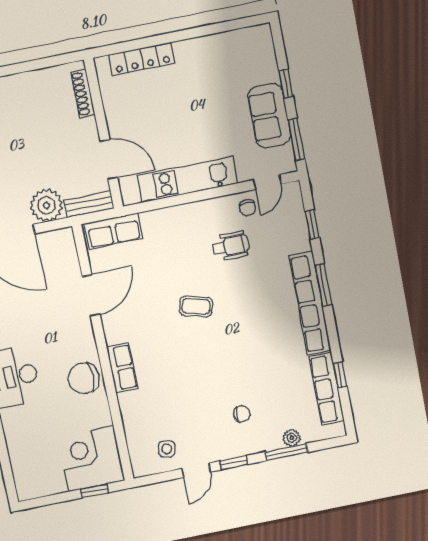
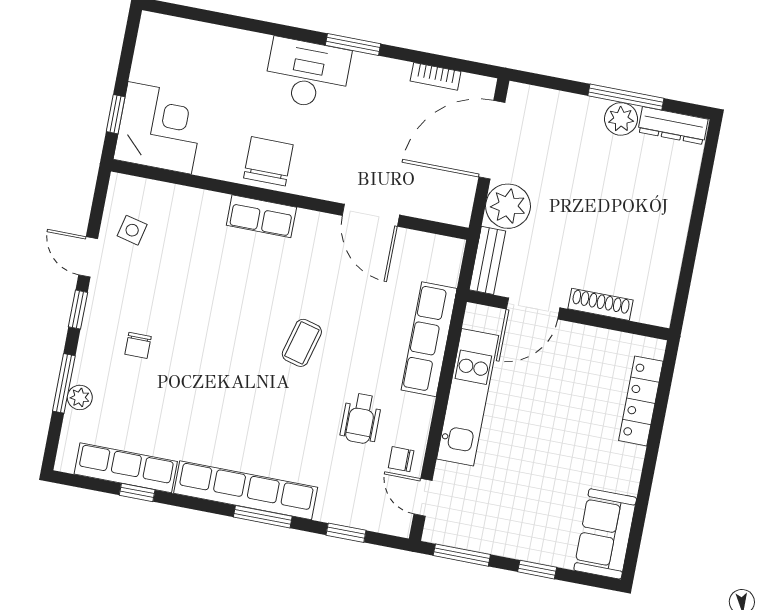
shoe rack: (83, 93) -> (601, 304), moved
sofa: (269, 116) -> (605, 534), moved, turned -90
row of seats: (113, 231) -> (429, 339), moved, width x1.48

